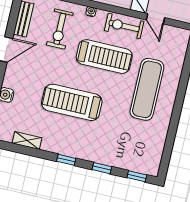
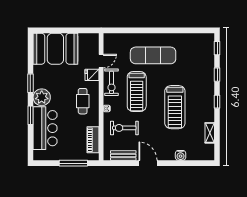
exercise bike: (60, 29) -> (124, 128), turned 180
treadmill: (104, 57) -> (137, 92), turned 180

